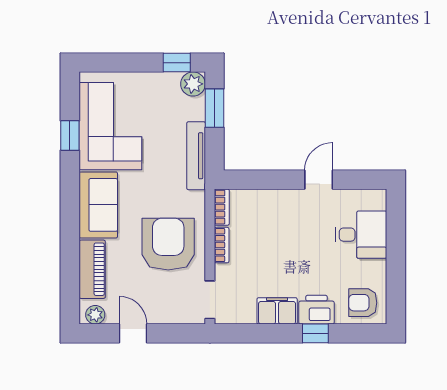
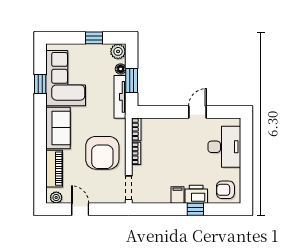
window: (177, 63) -> (94, 38), moved
window: (214, 108) -> (132, 81), moved
floor lamp: (197, 112) -> (121, 69), added
desk: (361, 235) -> (224, 147), width x1.37
armchair: (168, 244) -> (102, 153), turned 180
filing cabinet: (277, 311) -> (178, 195), width x0.50

